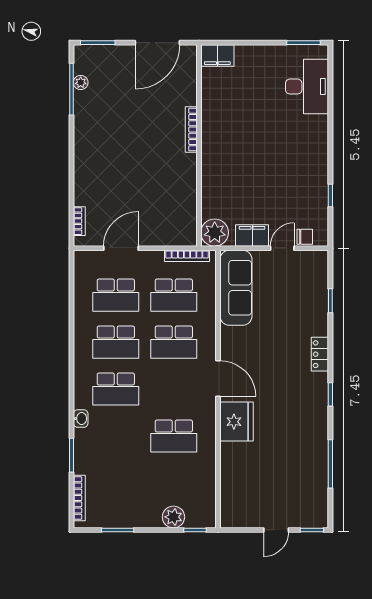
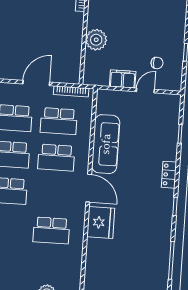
plant: (215, 233) -> (96, 40), moved
chair: (305, 237) -> (157, 63), moved
door: (121, 248) -> (36, 83), moved
sofa: (236, 288) -> (106, 144), moved

